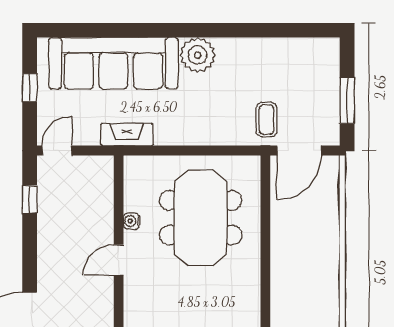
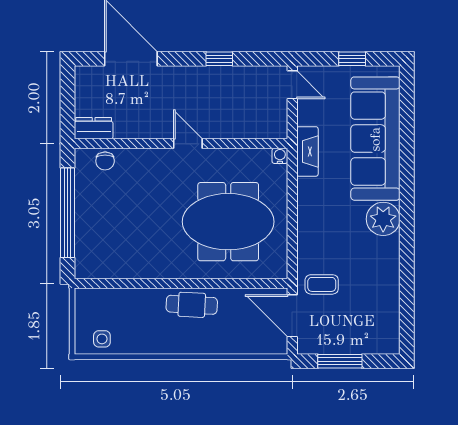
window: (30, 199) -> (219, 59), moved
water cooler: (132, 221) -> (280, 156), moved
cafe table: (288, 256) -> (192, 305), added

